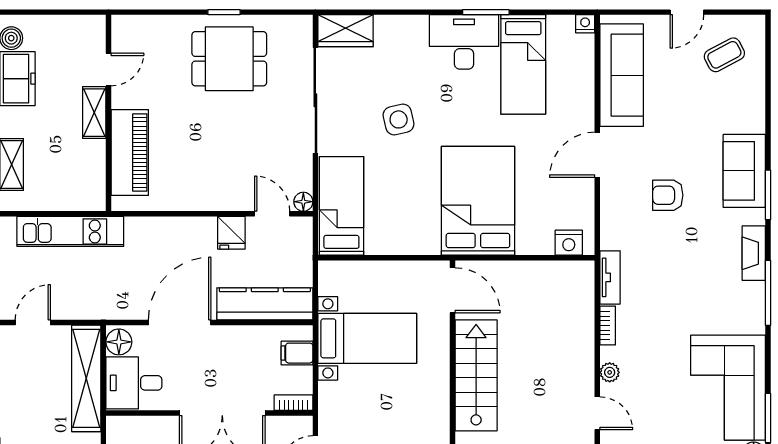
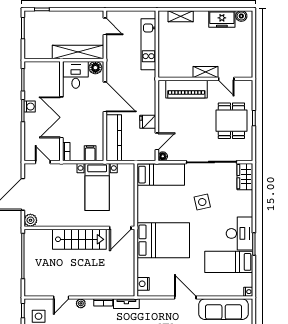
door: (109, 70) -> (226, 79), moved
shelving: (94, 113) -> (206, 72), moved
wall: (109, 113) -> (205, 79), moved
piano: (130, 153) -> (186, 89), moved

